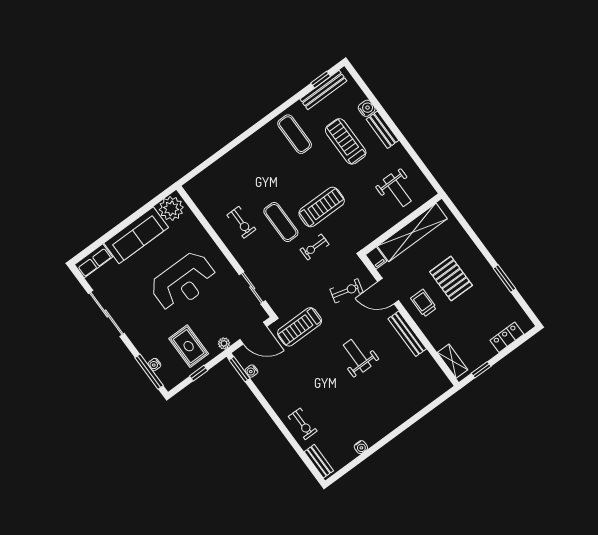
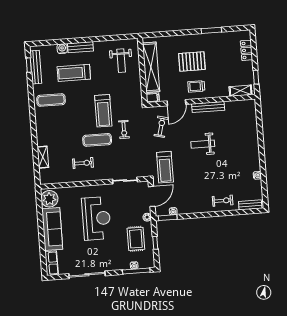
shelving: (218, 168) -> (43, 157), added
weight bench: (397, 190) -> (121, 61), turned 90
treadmill: (322, 207) -> (103, 111), turned 180
rug: (189, 346) -> (136, 239), turned 90

